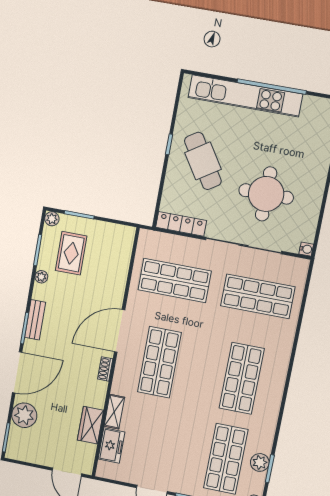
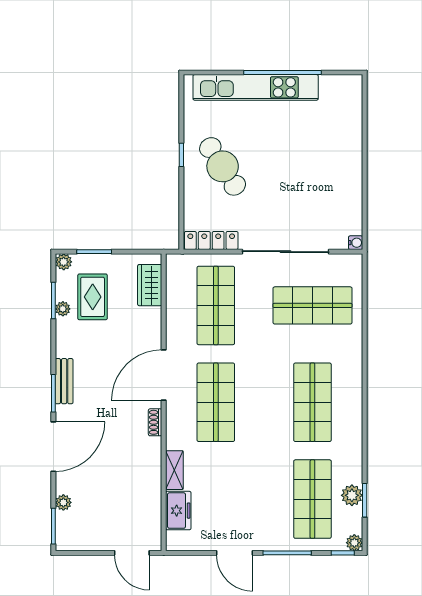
round table: (266, 194) -> (299, 190), removed
plant: (41, 277) -> (63, 309), moved
shop shelf: (175, 280) -> (216, 305), turned 90
plant: (24, 415) -> (63, 502), width x0.53, depth x0.53
wardrobe: (90, 425) -> (150, 285), moved

